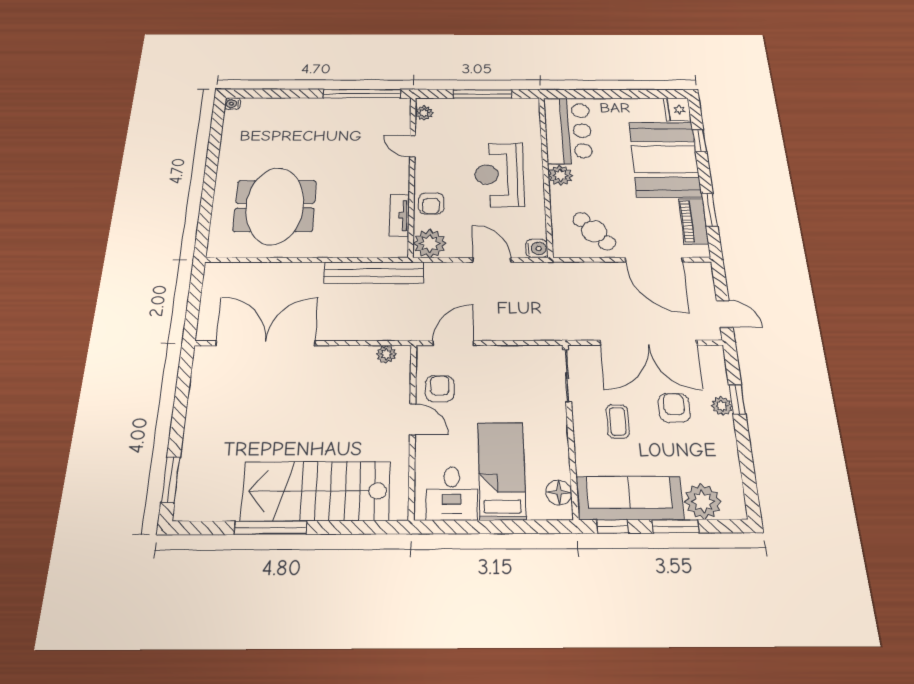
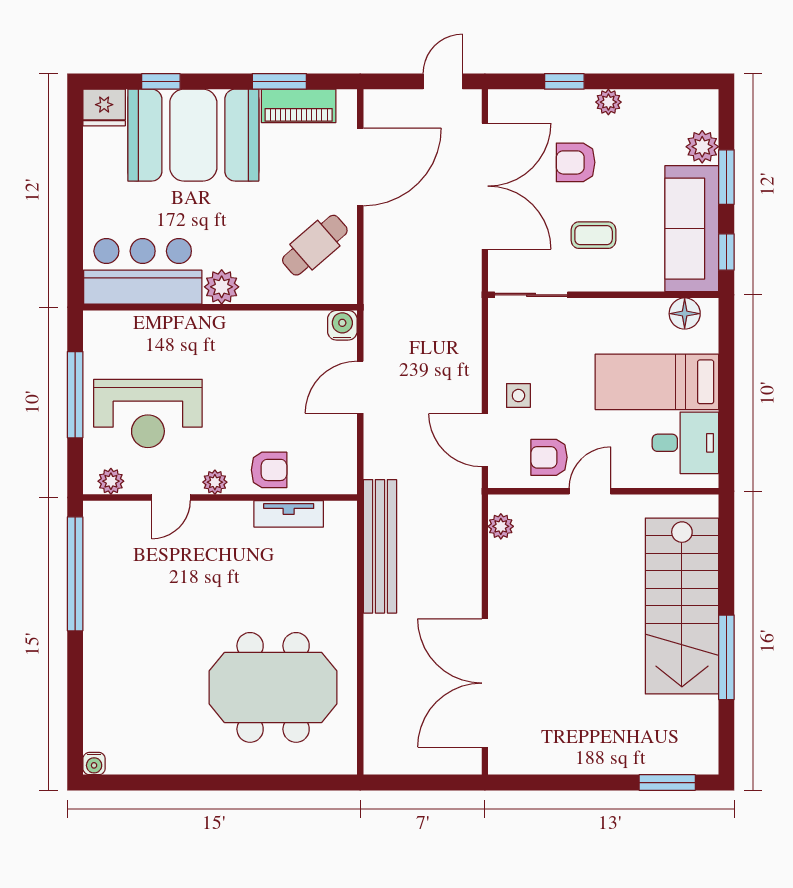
reception desk: (499, 175) -> (148, 413), moved
plant: (430, 243) -> (215, 482), moved, width x0.53, depth x0.53
side table: (488, 367) -> (518, 396), added
plant: (722, 406) -> (608, 102), moved
plant: (703, 501) -> (702, 147), width x0.73, depth x0.73

